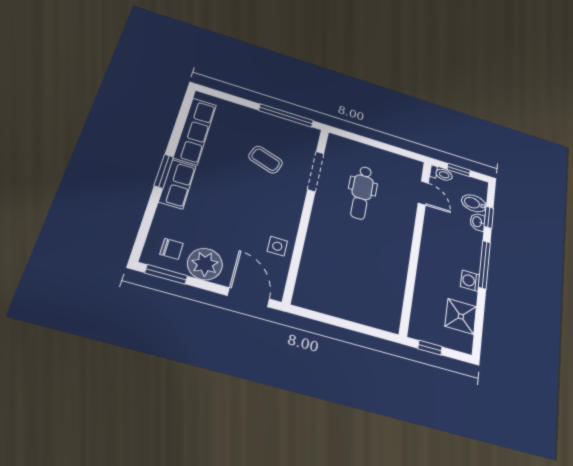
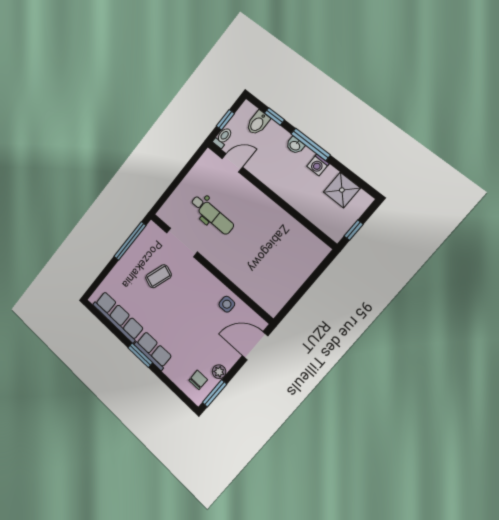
washbasin: (477, 222) -> (295, 145), moved
plant: (205, 264) -> (219, 372), width x0.53, depth x0.53

